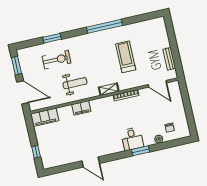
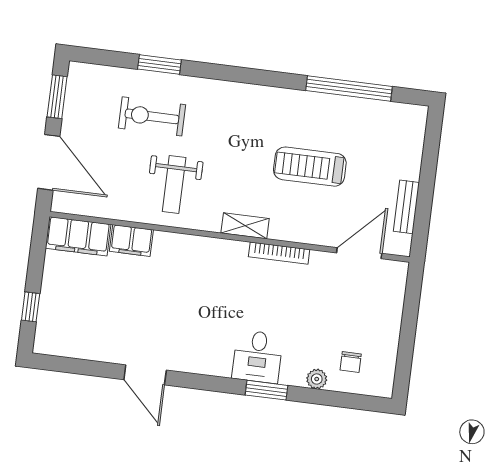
window: (104, 26) -> (349, 88), moved
treadmill: (126, 57) -> (310, 167), turned -90
exercise bike: (57, 60) -> (152, 116), turned 180
weight bench: (75, 83) -> (174, 184), turned 90
door: (157, 84) -> (359, 253), swing flipped
filing cabinet: (81, 108) -> (131, 241), moved

